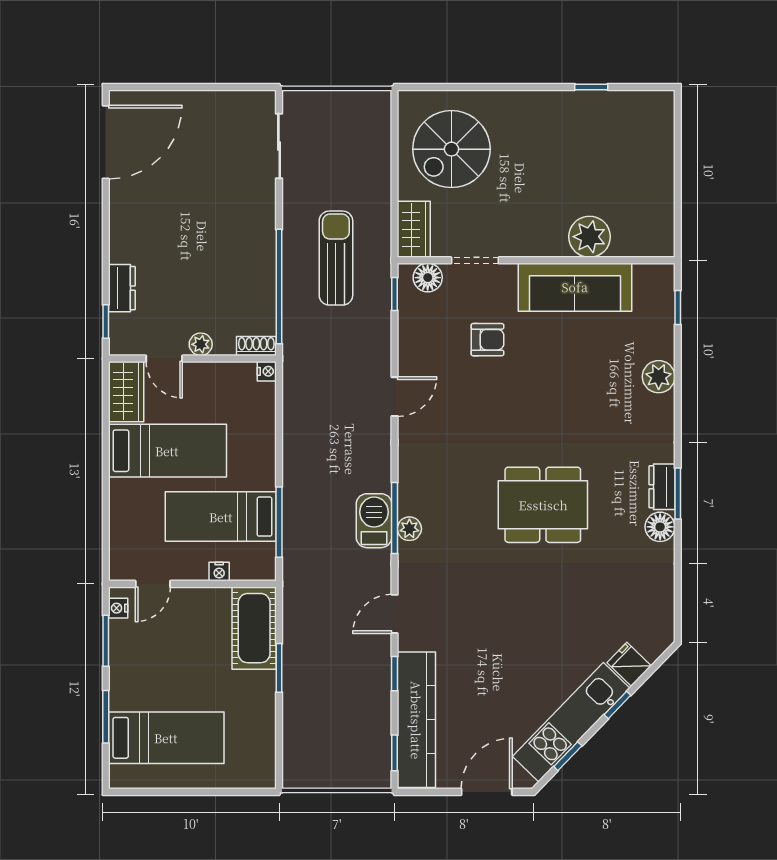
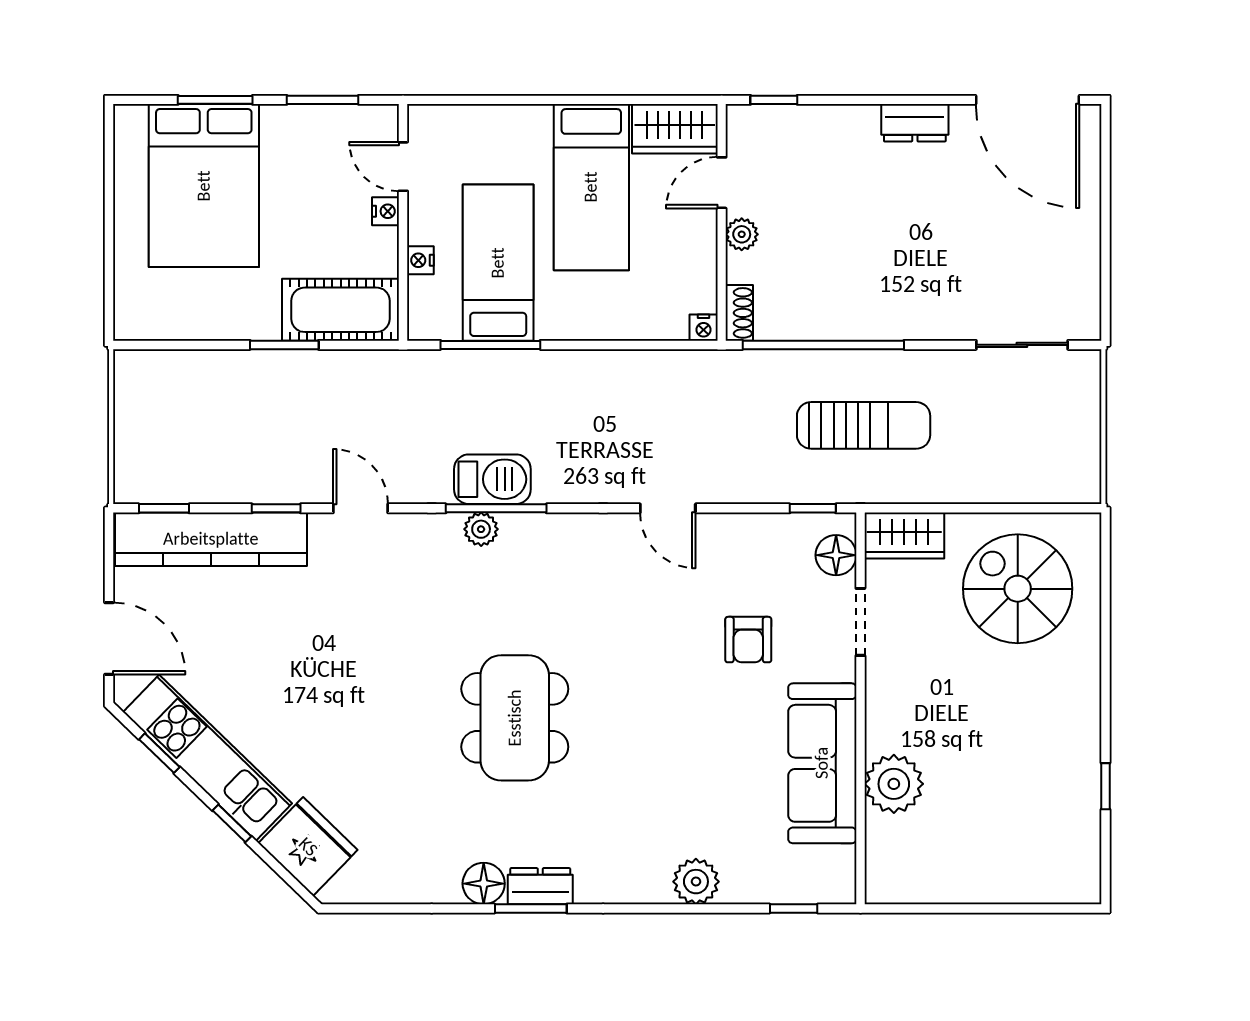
dresser: (122, 288) -> (915, 123), moved
nightstand: (118, 608) -> (386, 211), moved, turned 90
fridge: (629, 664) -> (308, 847), width x1.88, depth x1.34
bed: (166, 738) -> (204, 186), width x1.50

